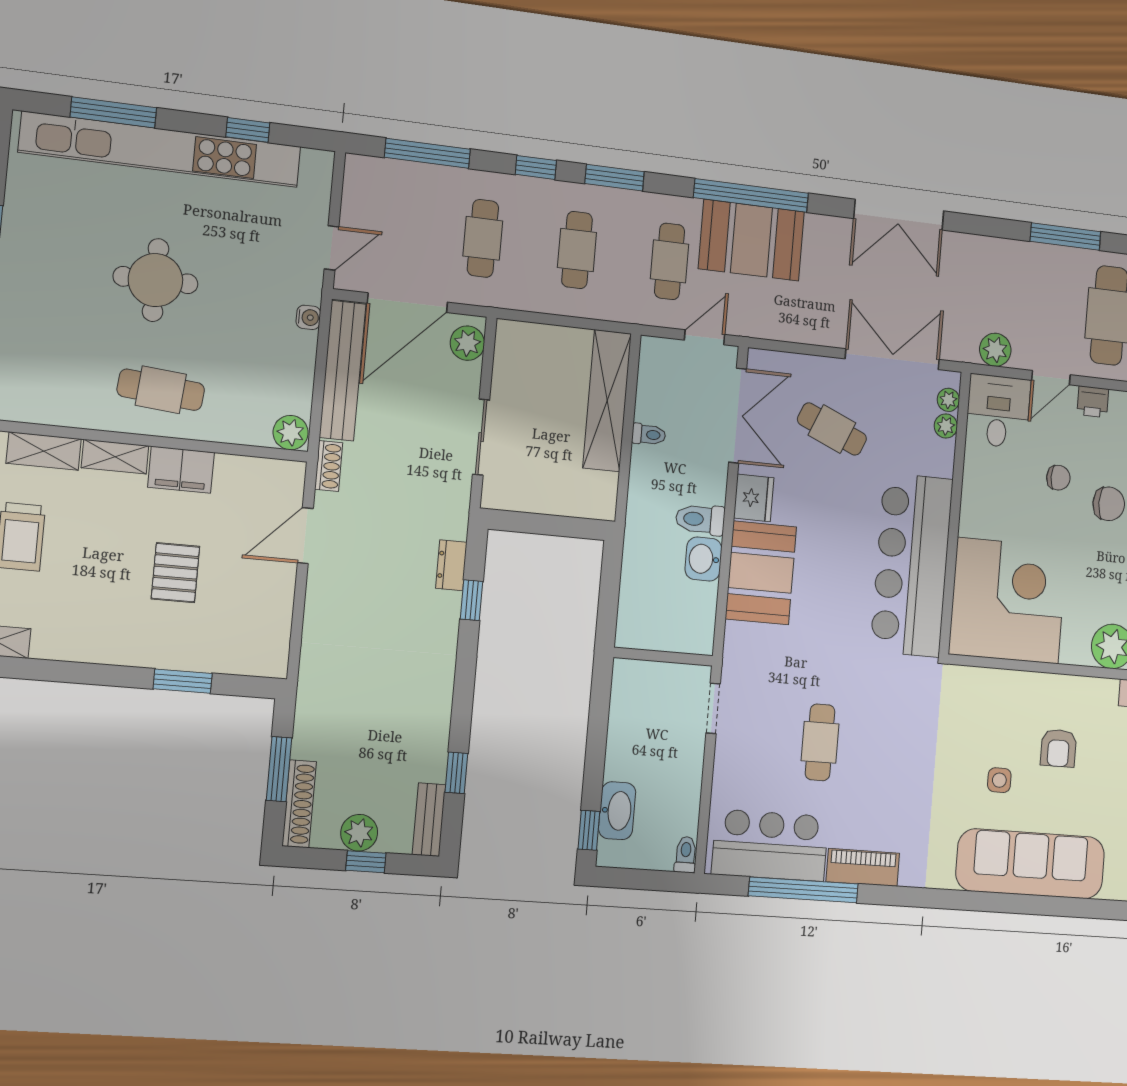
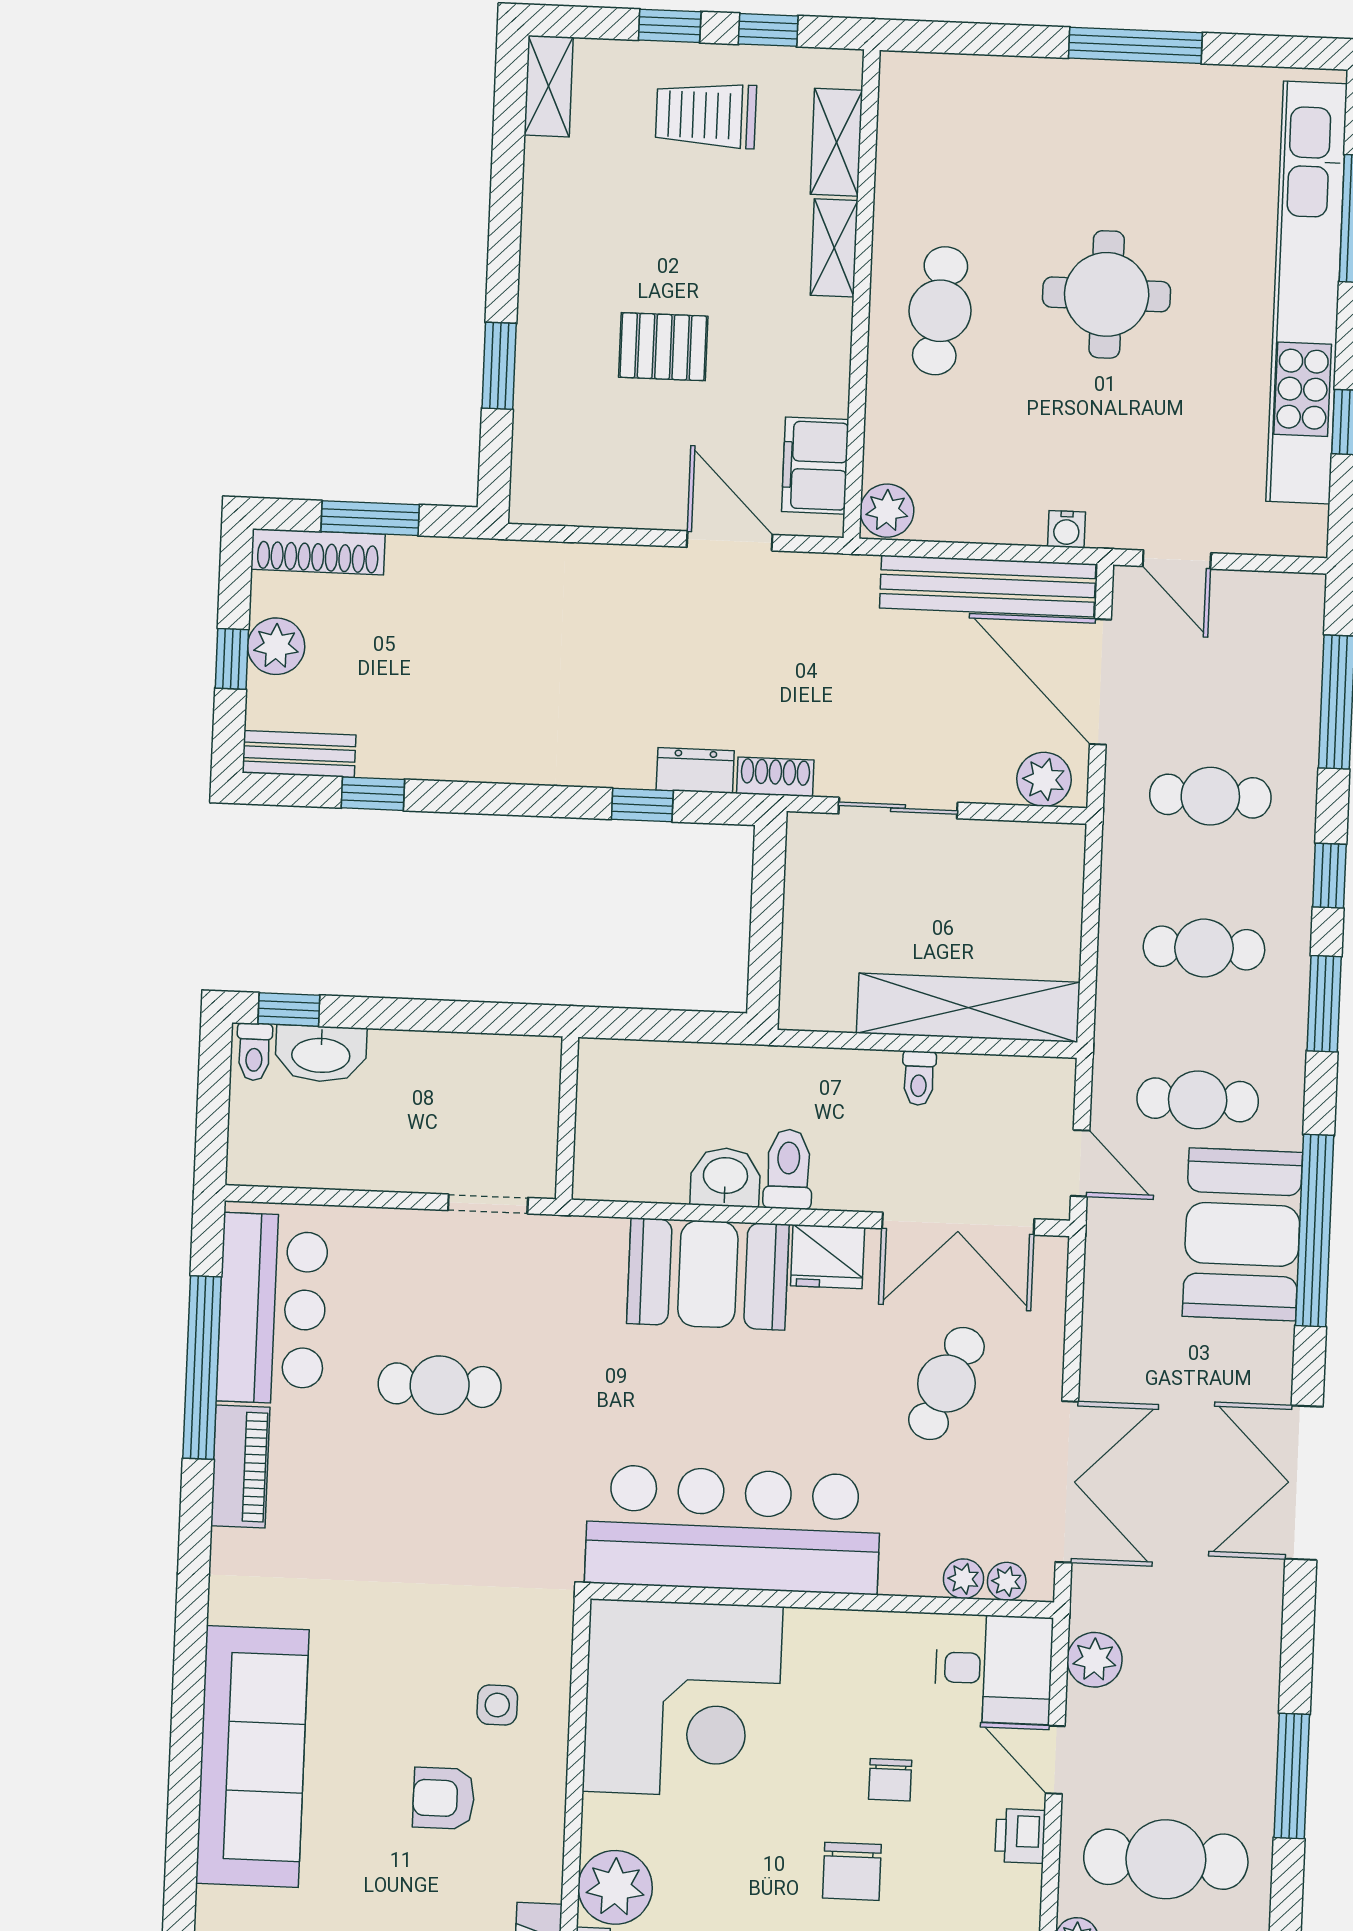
shoe rack: (329, 466) -> (775, 777), moved, turned 180
filing cabinet: (181, 470) -> (815, 466), moved
side table: (999, 780) -> (497, 1705), moved
toilet: (686, 855) -> (254, 1052), moved, turned 90

